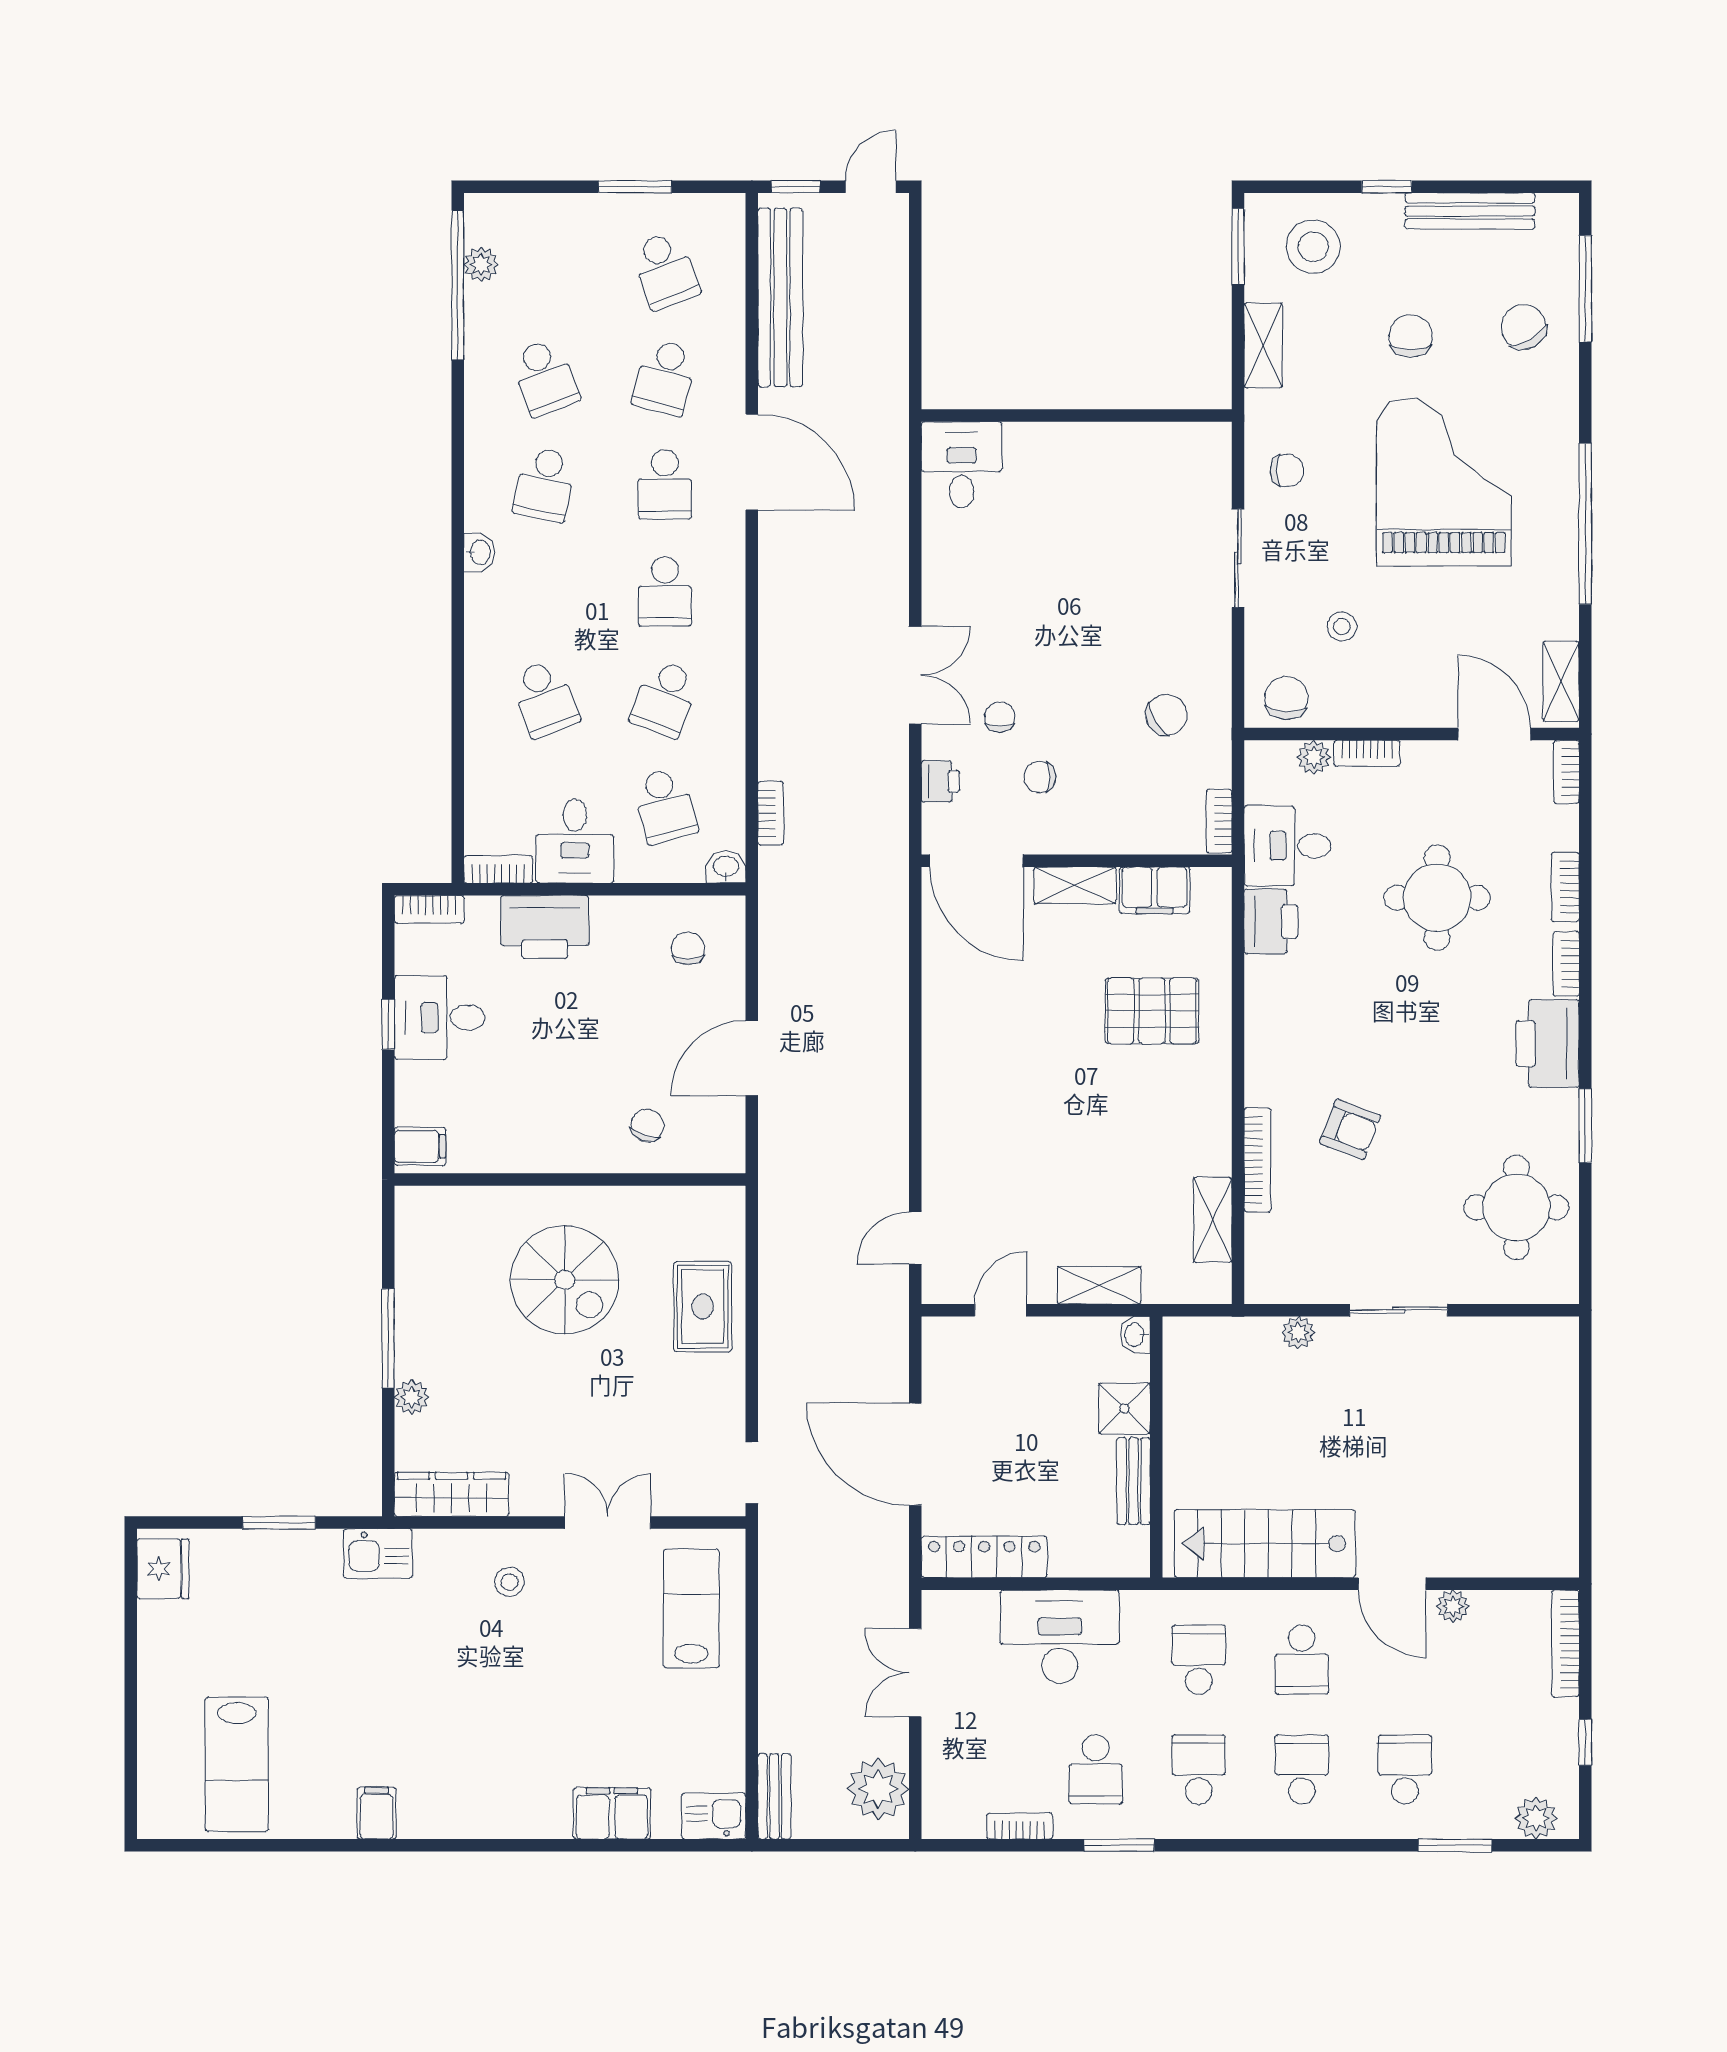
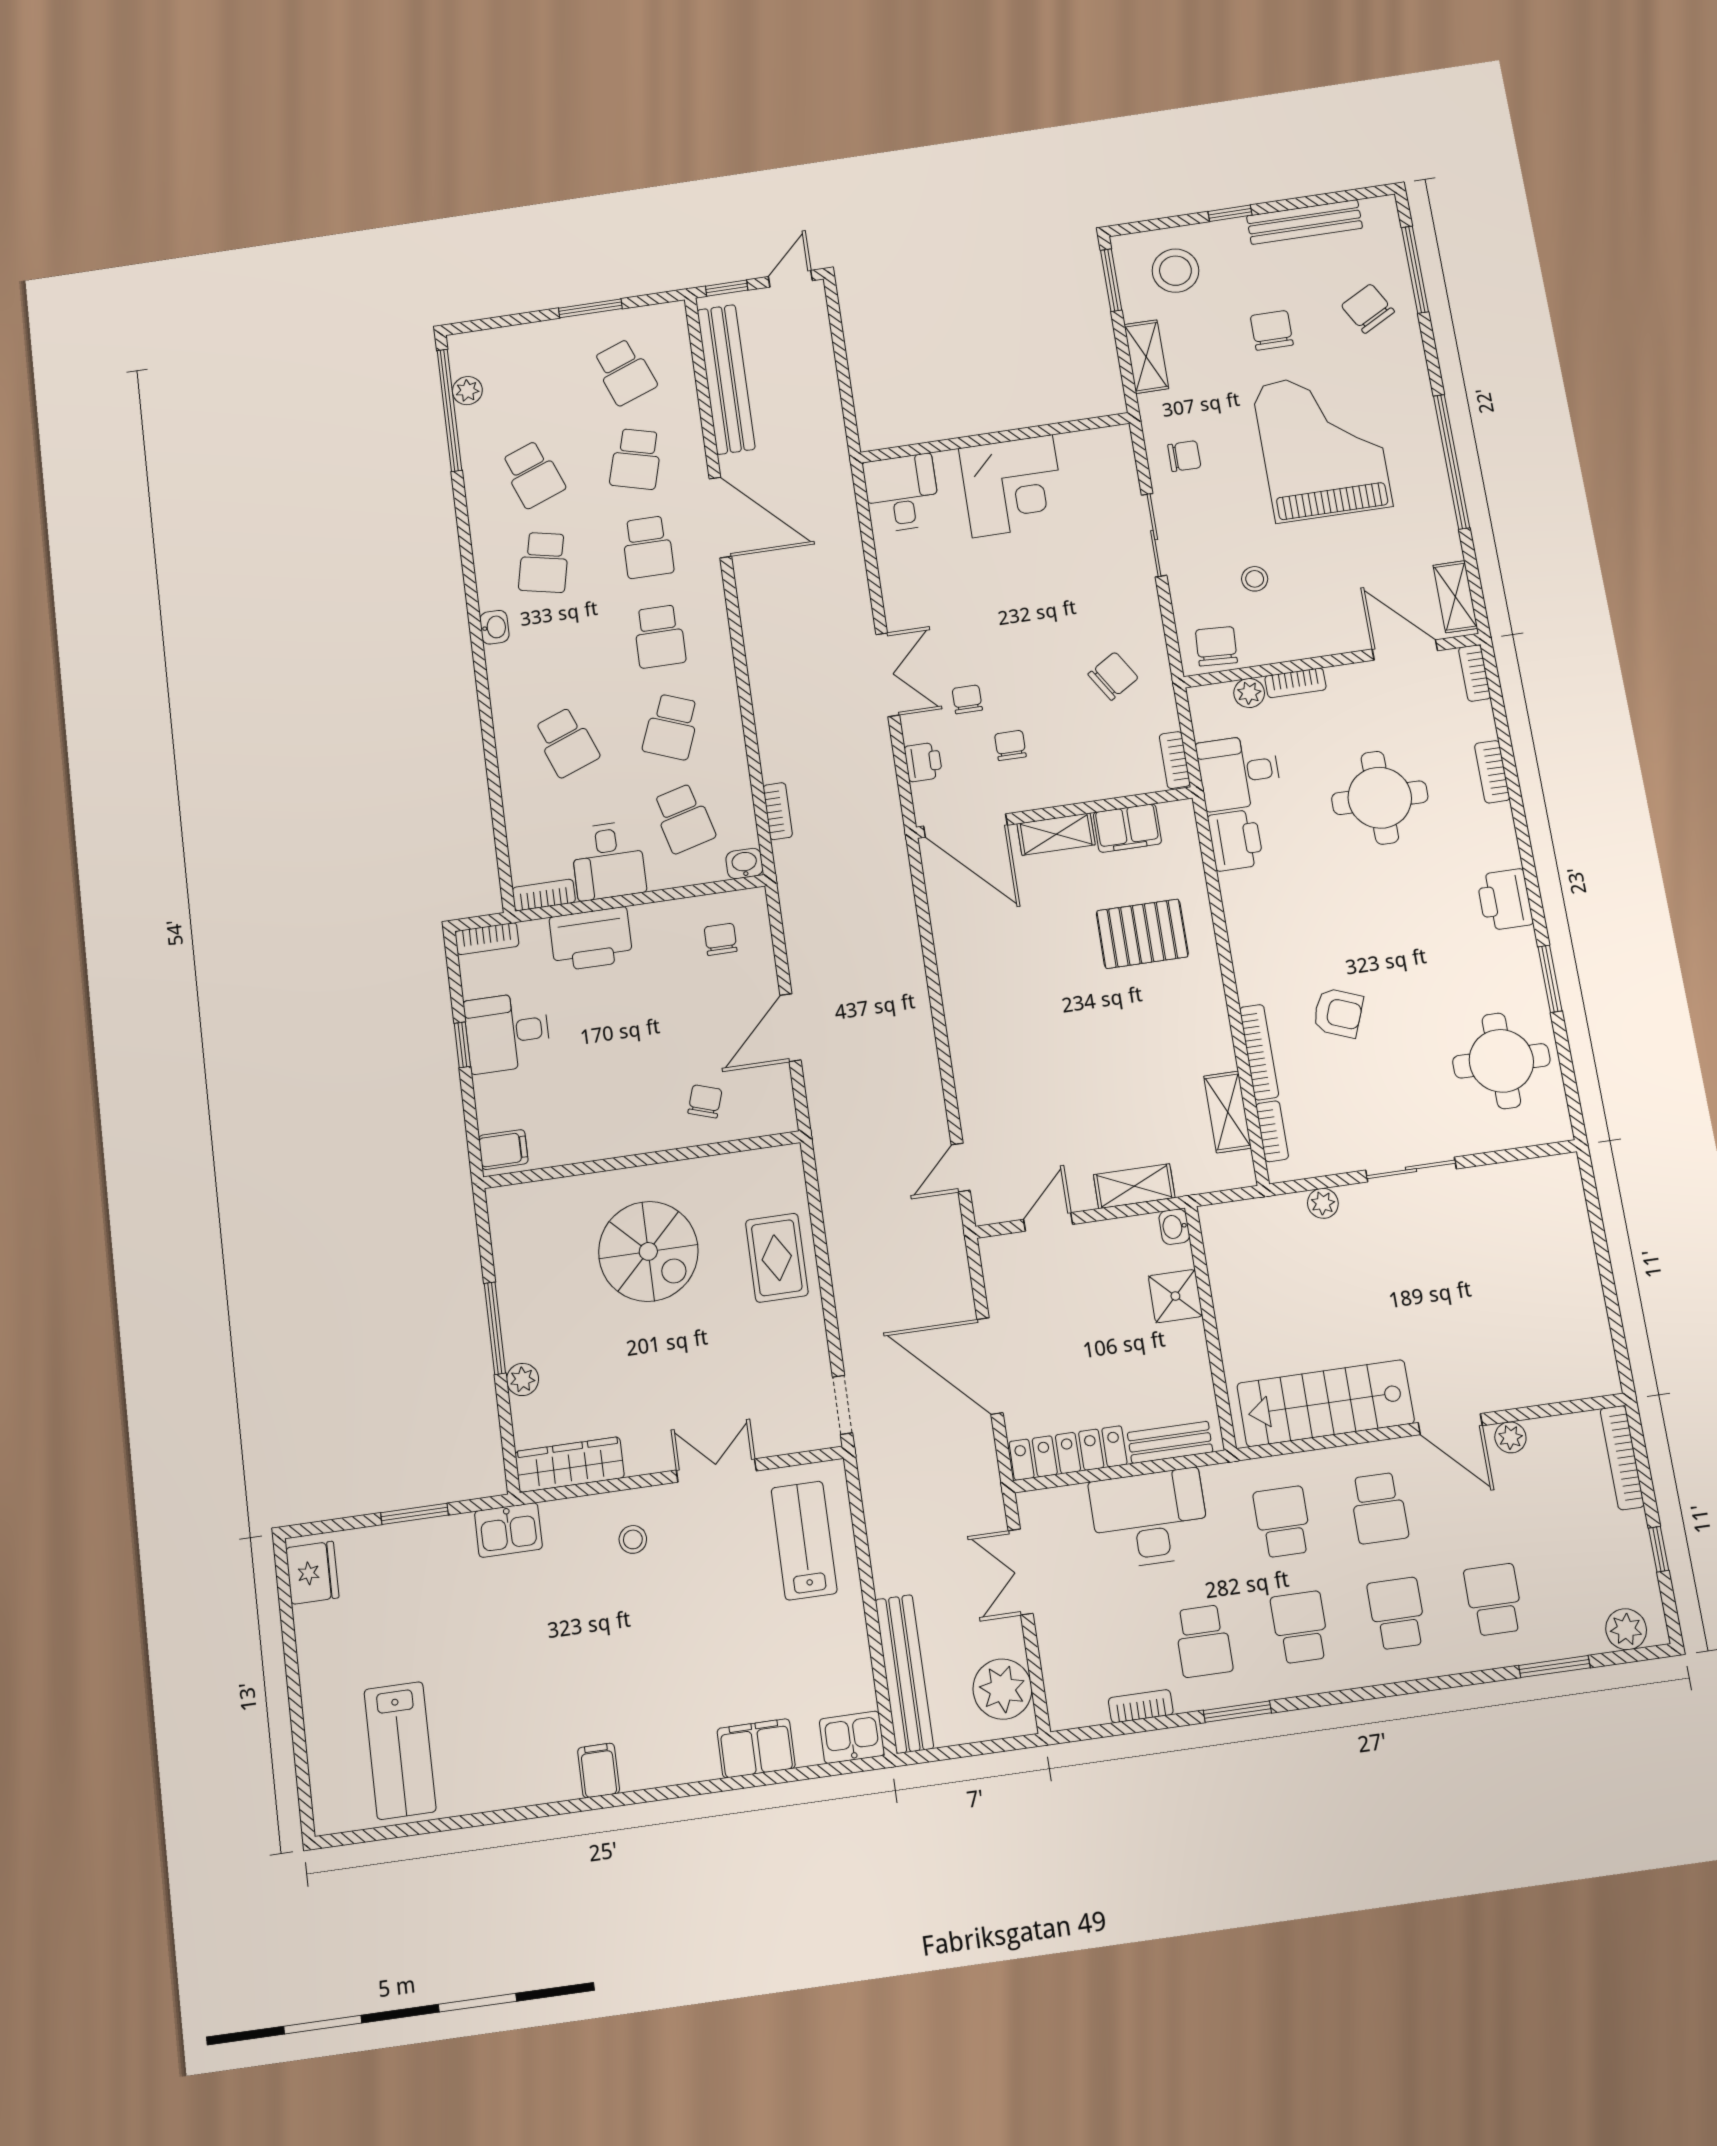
corner desk: (1088, 476) -> (1012, 486), added
chair: (1040, 777) -> (1010, 745), turned 90
bookcase: (1566, 964) -> (1272, 1131), moved, turned 180
printer: (1548, 1044) -> (1505, 900), width x0.73, depth x0.84
bench: (1133, 1481) -> (1170, 1442), moved, turned 90
bench: (774, 1796) -> (904, 1674), width x1.86, depth x1.21
filing cabinet: (377, 1813) -> (599, 1770), moved

